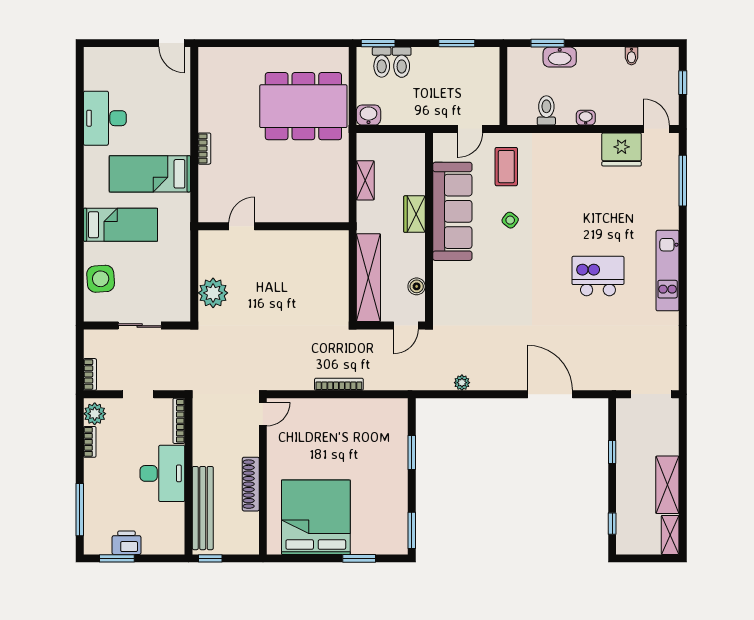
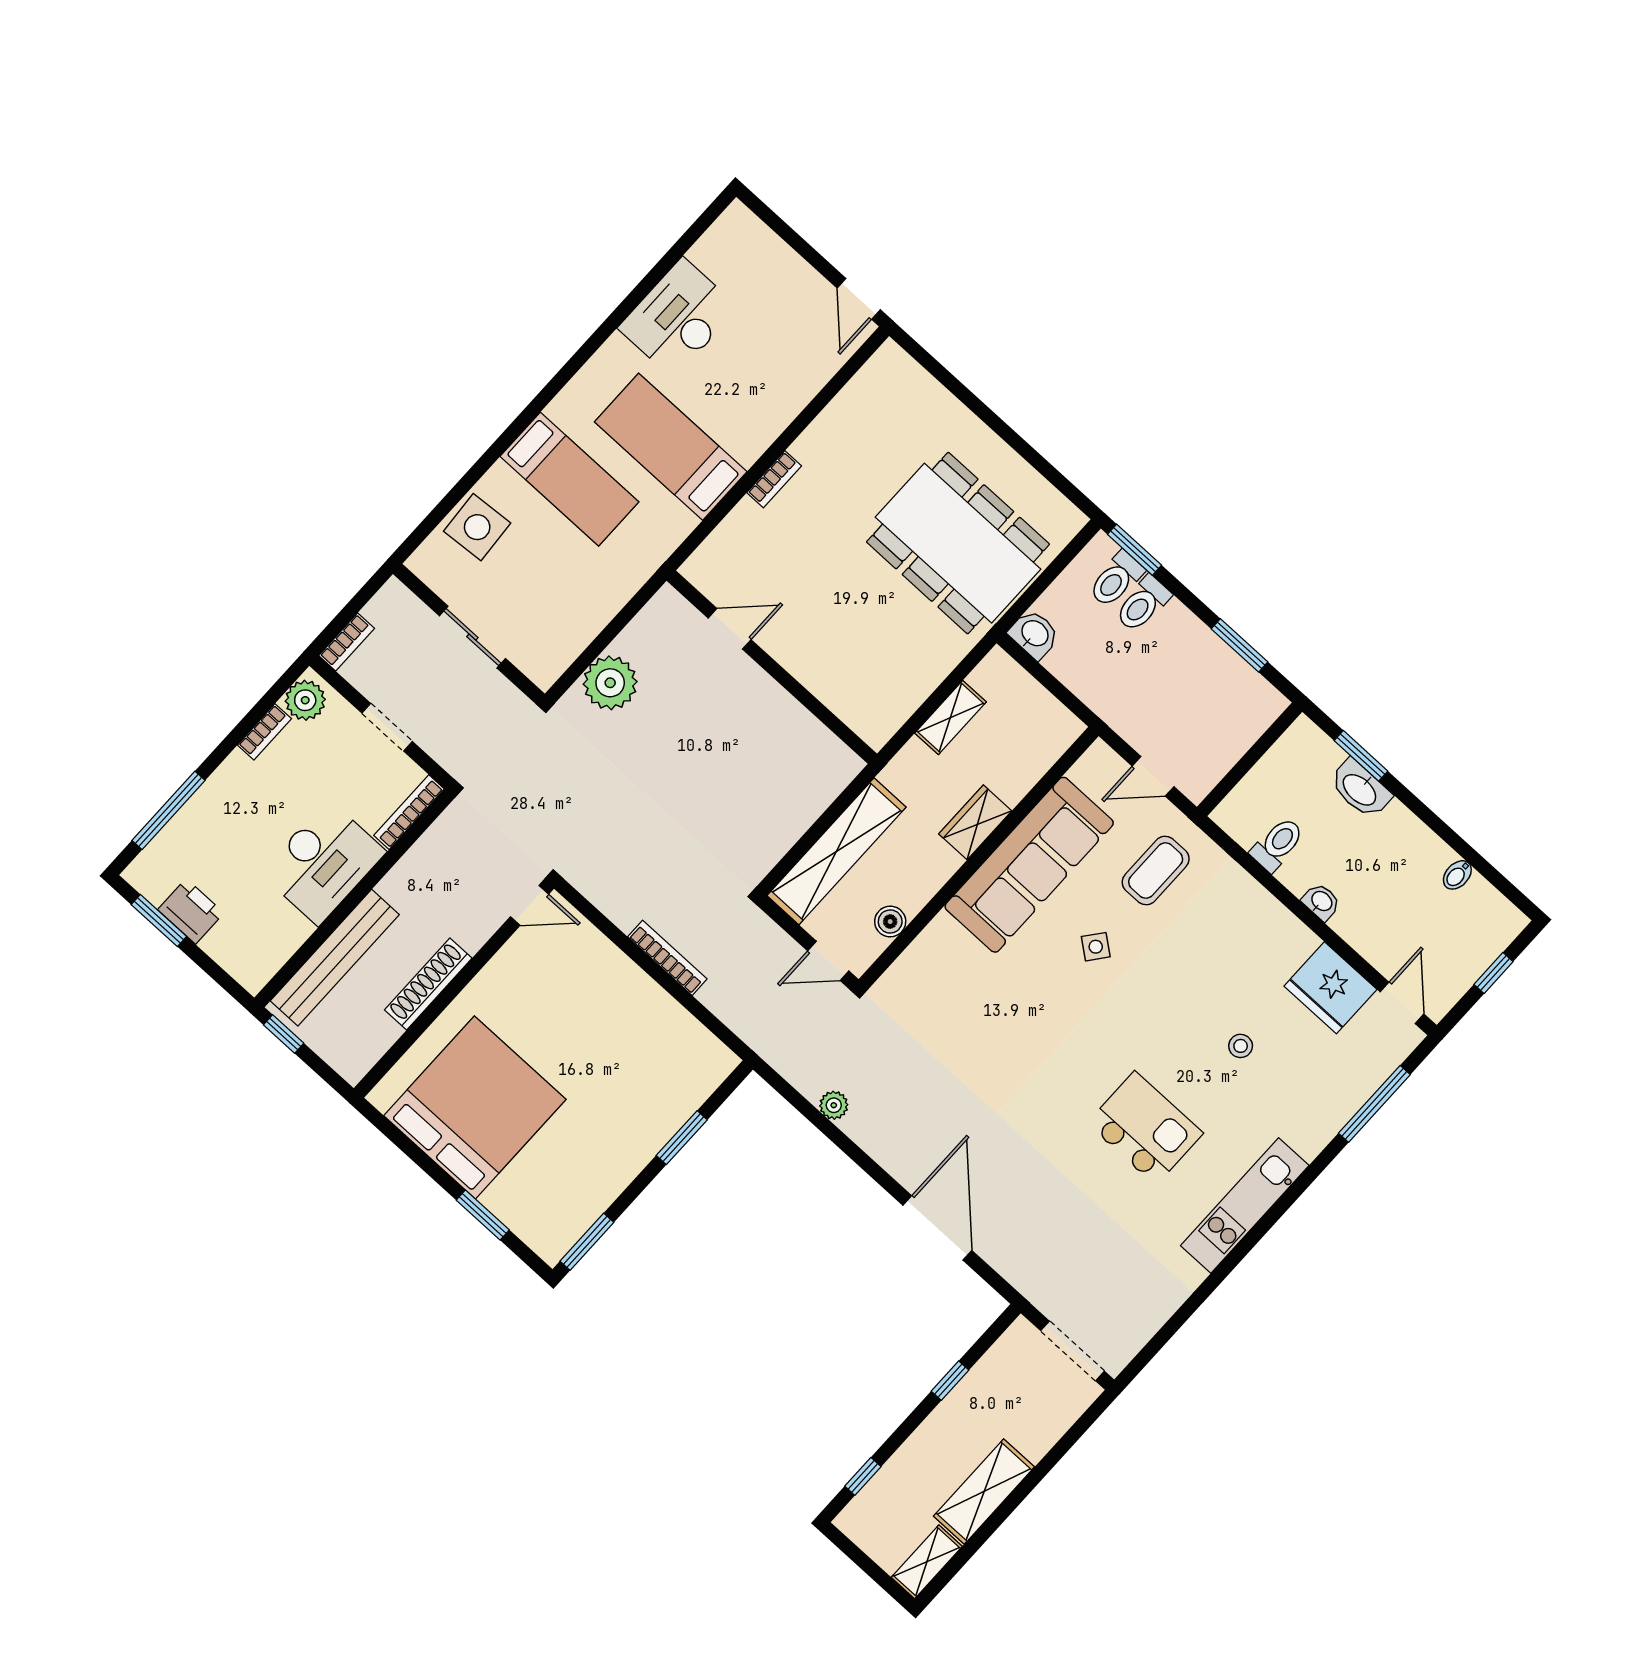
stool: (606, 207) -> (1241, 1046), added

